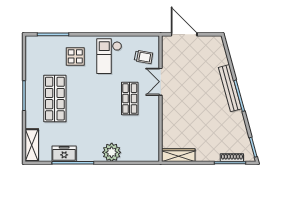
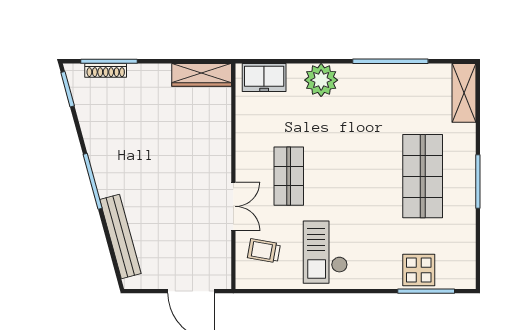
display table: (75, 56) -> (419, 270), moved
checkout: (109, 56) -> (325, 252), turned 180
bench: (230, 88) -> (120, 237), moved
freezer: (64, 154) -> (264, 77), moved

